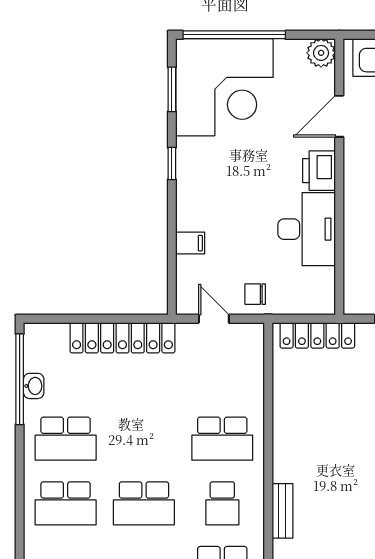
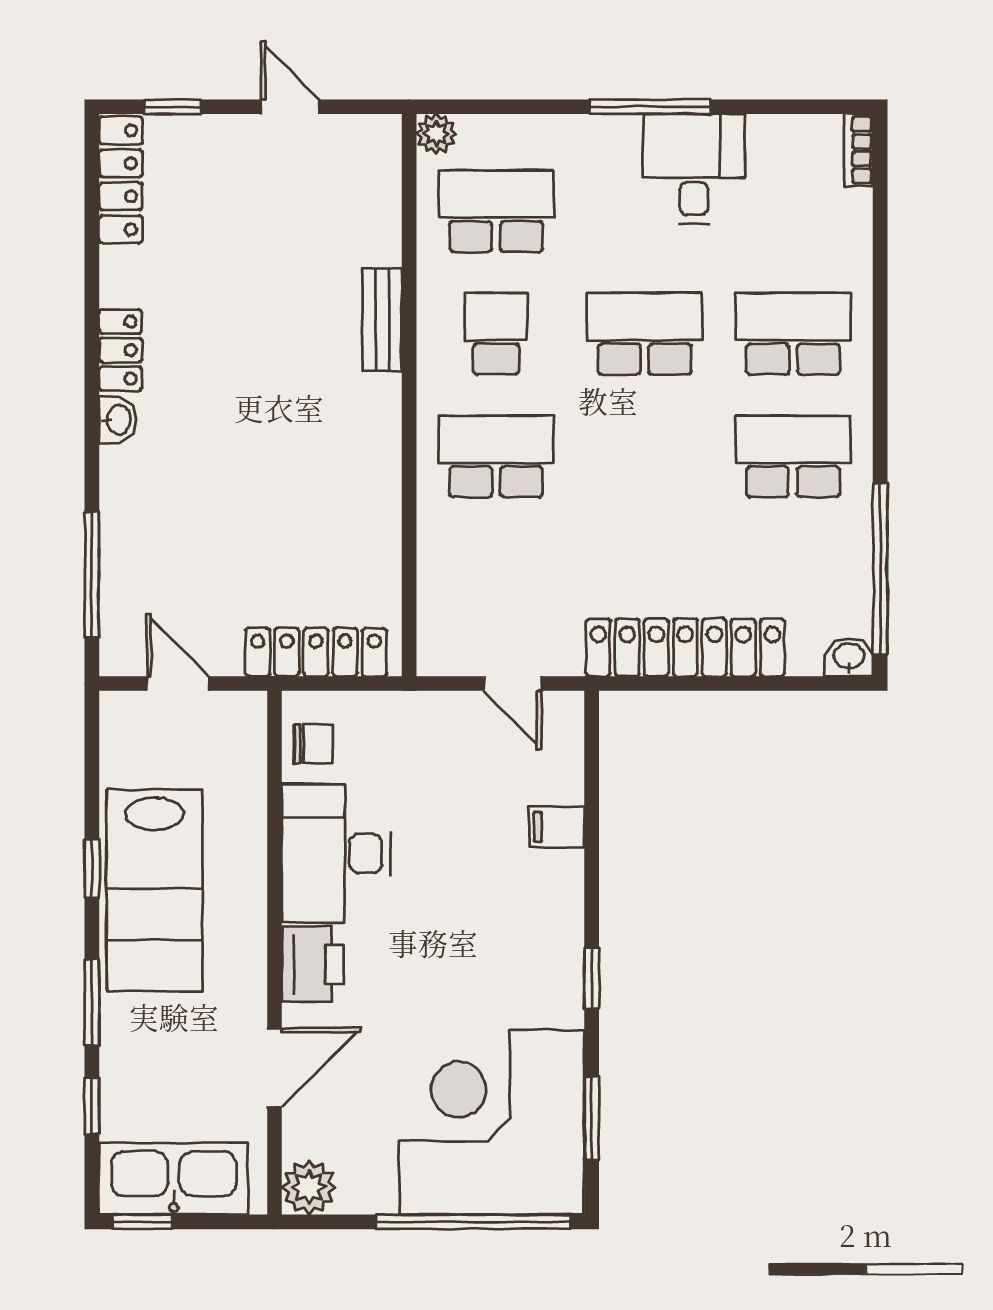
chair: (255, 294) -> (313, 744), moved
washbasin: (34, 386) -> (849, 657), moved, turned 90

